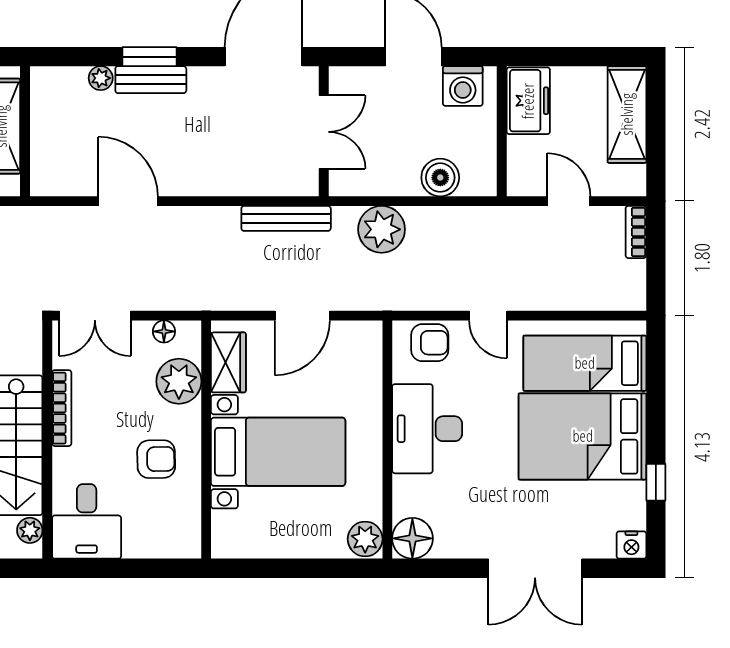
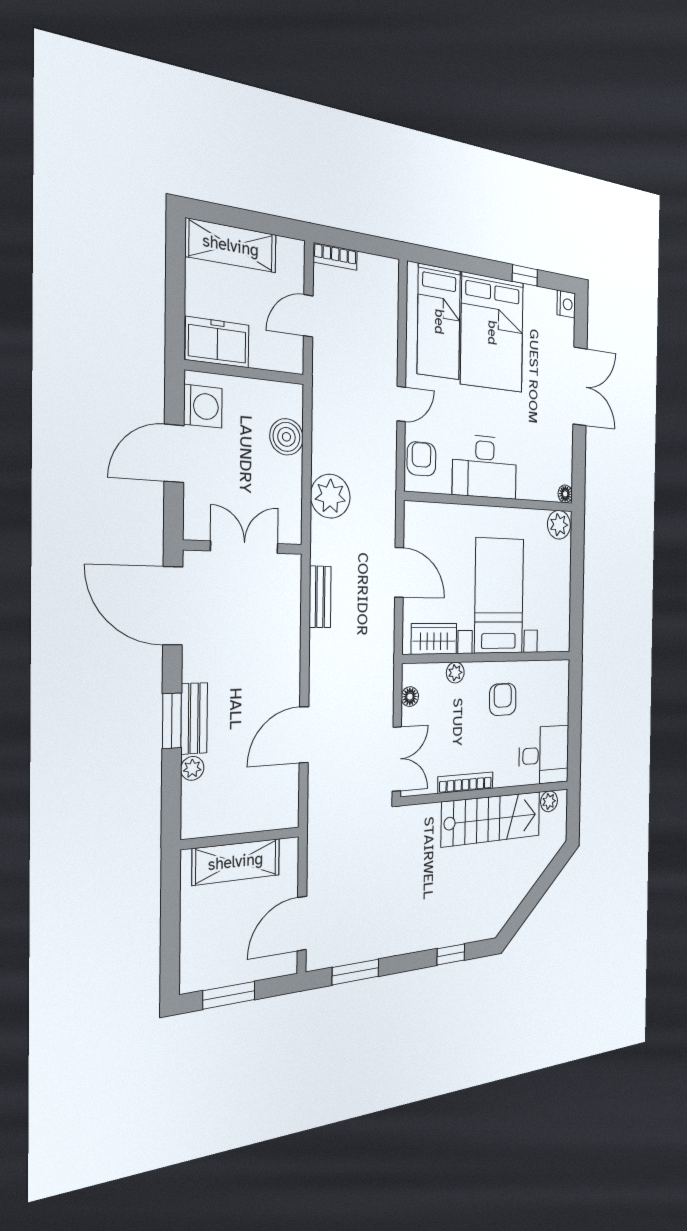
bench: (286, 218) -> (320, 597), width x0.73
plant: (179, 381) -> (455, 673), width x0.53, depth x0.53
floor lamp: (412, 538) -> (565, 494), width x0.53, depth x0.53

